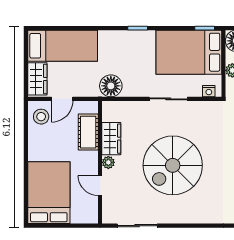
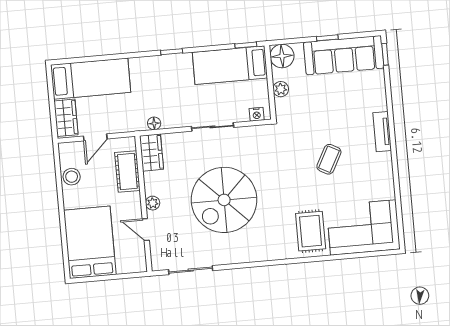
bed: (189, 52) -> (230, 65), width x0.67
floor lamp: (111, 86) -> (154, 123), width x0.53, depth x0.53
stool: (41, 117) -> (72, 177), moved
wardrobe: (111, 139) -> (152, 153), moved

